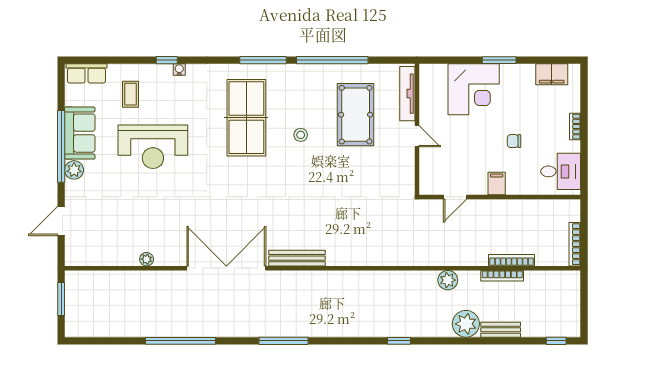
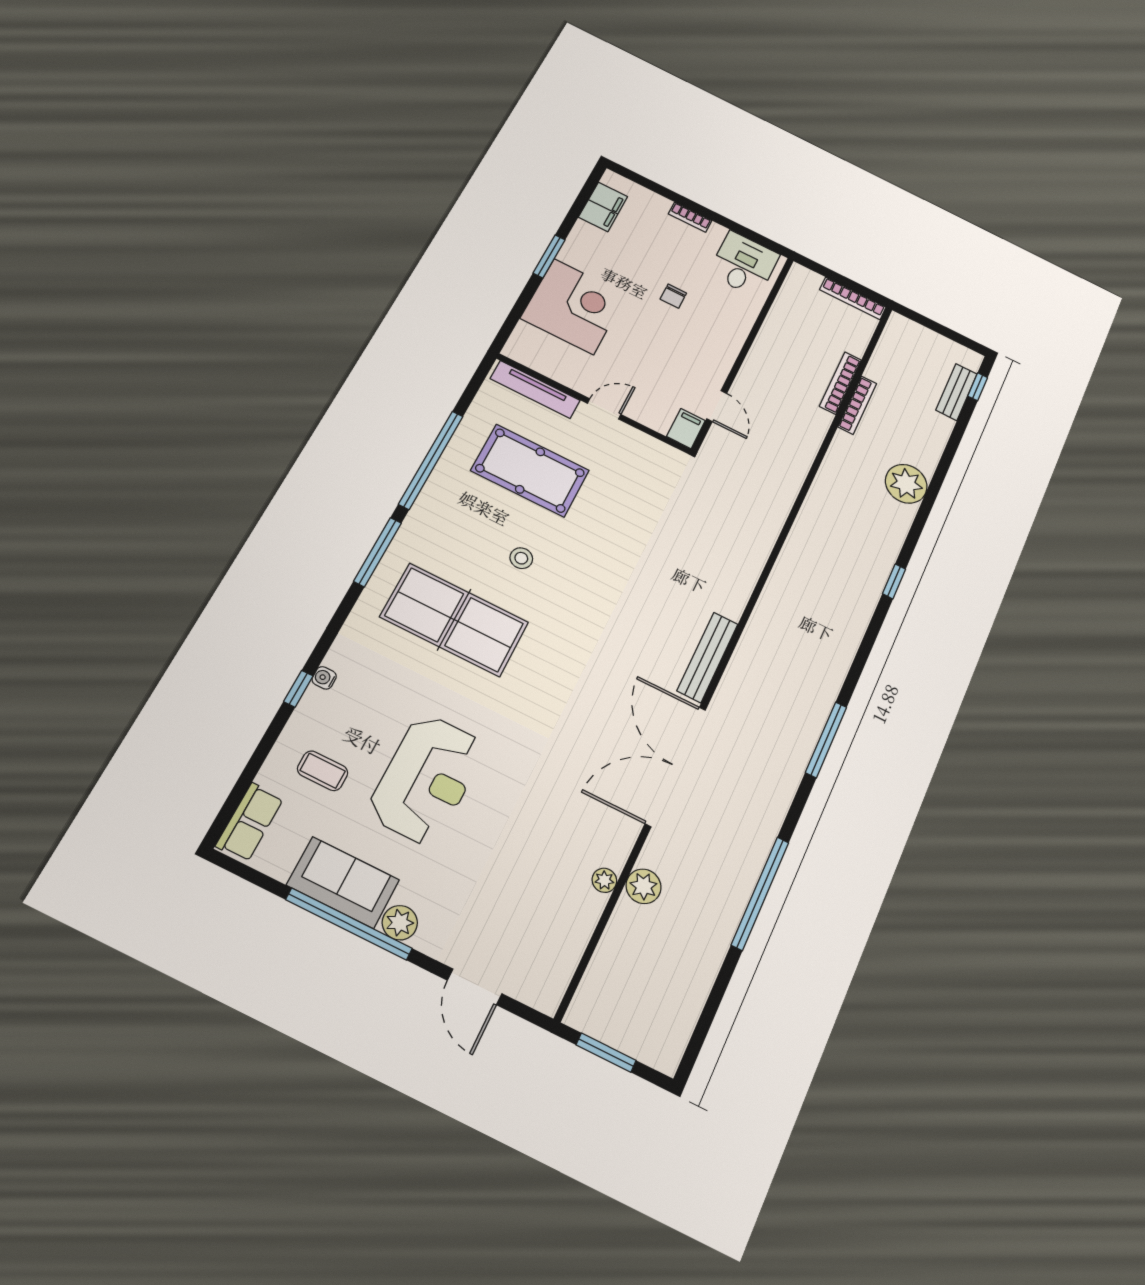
filing cabinet: (497, 183) -> (686, 429), moved, turned 90
plant: (448, 280) -> (644, 886), moved
bench: (501, 330) -> (956, 392), moved

